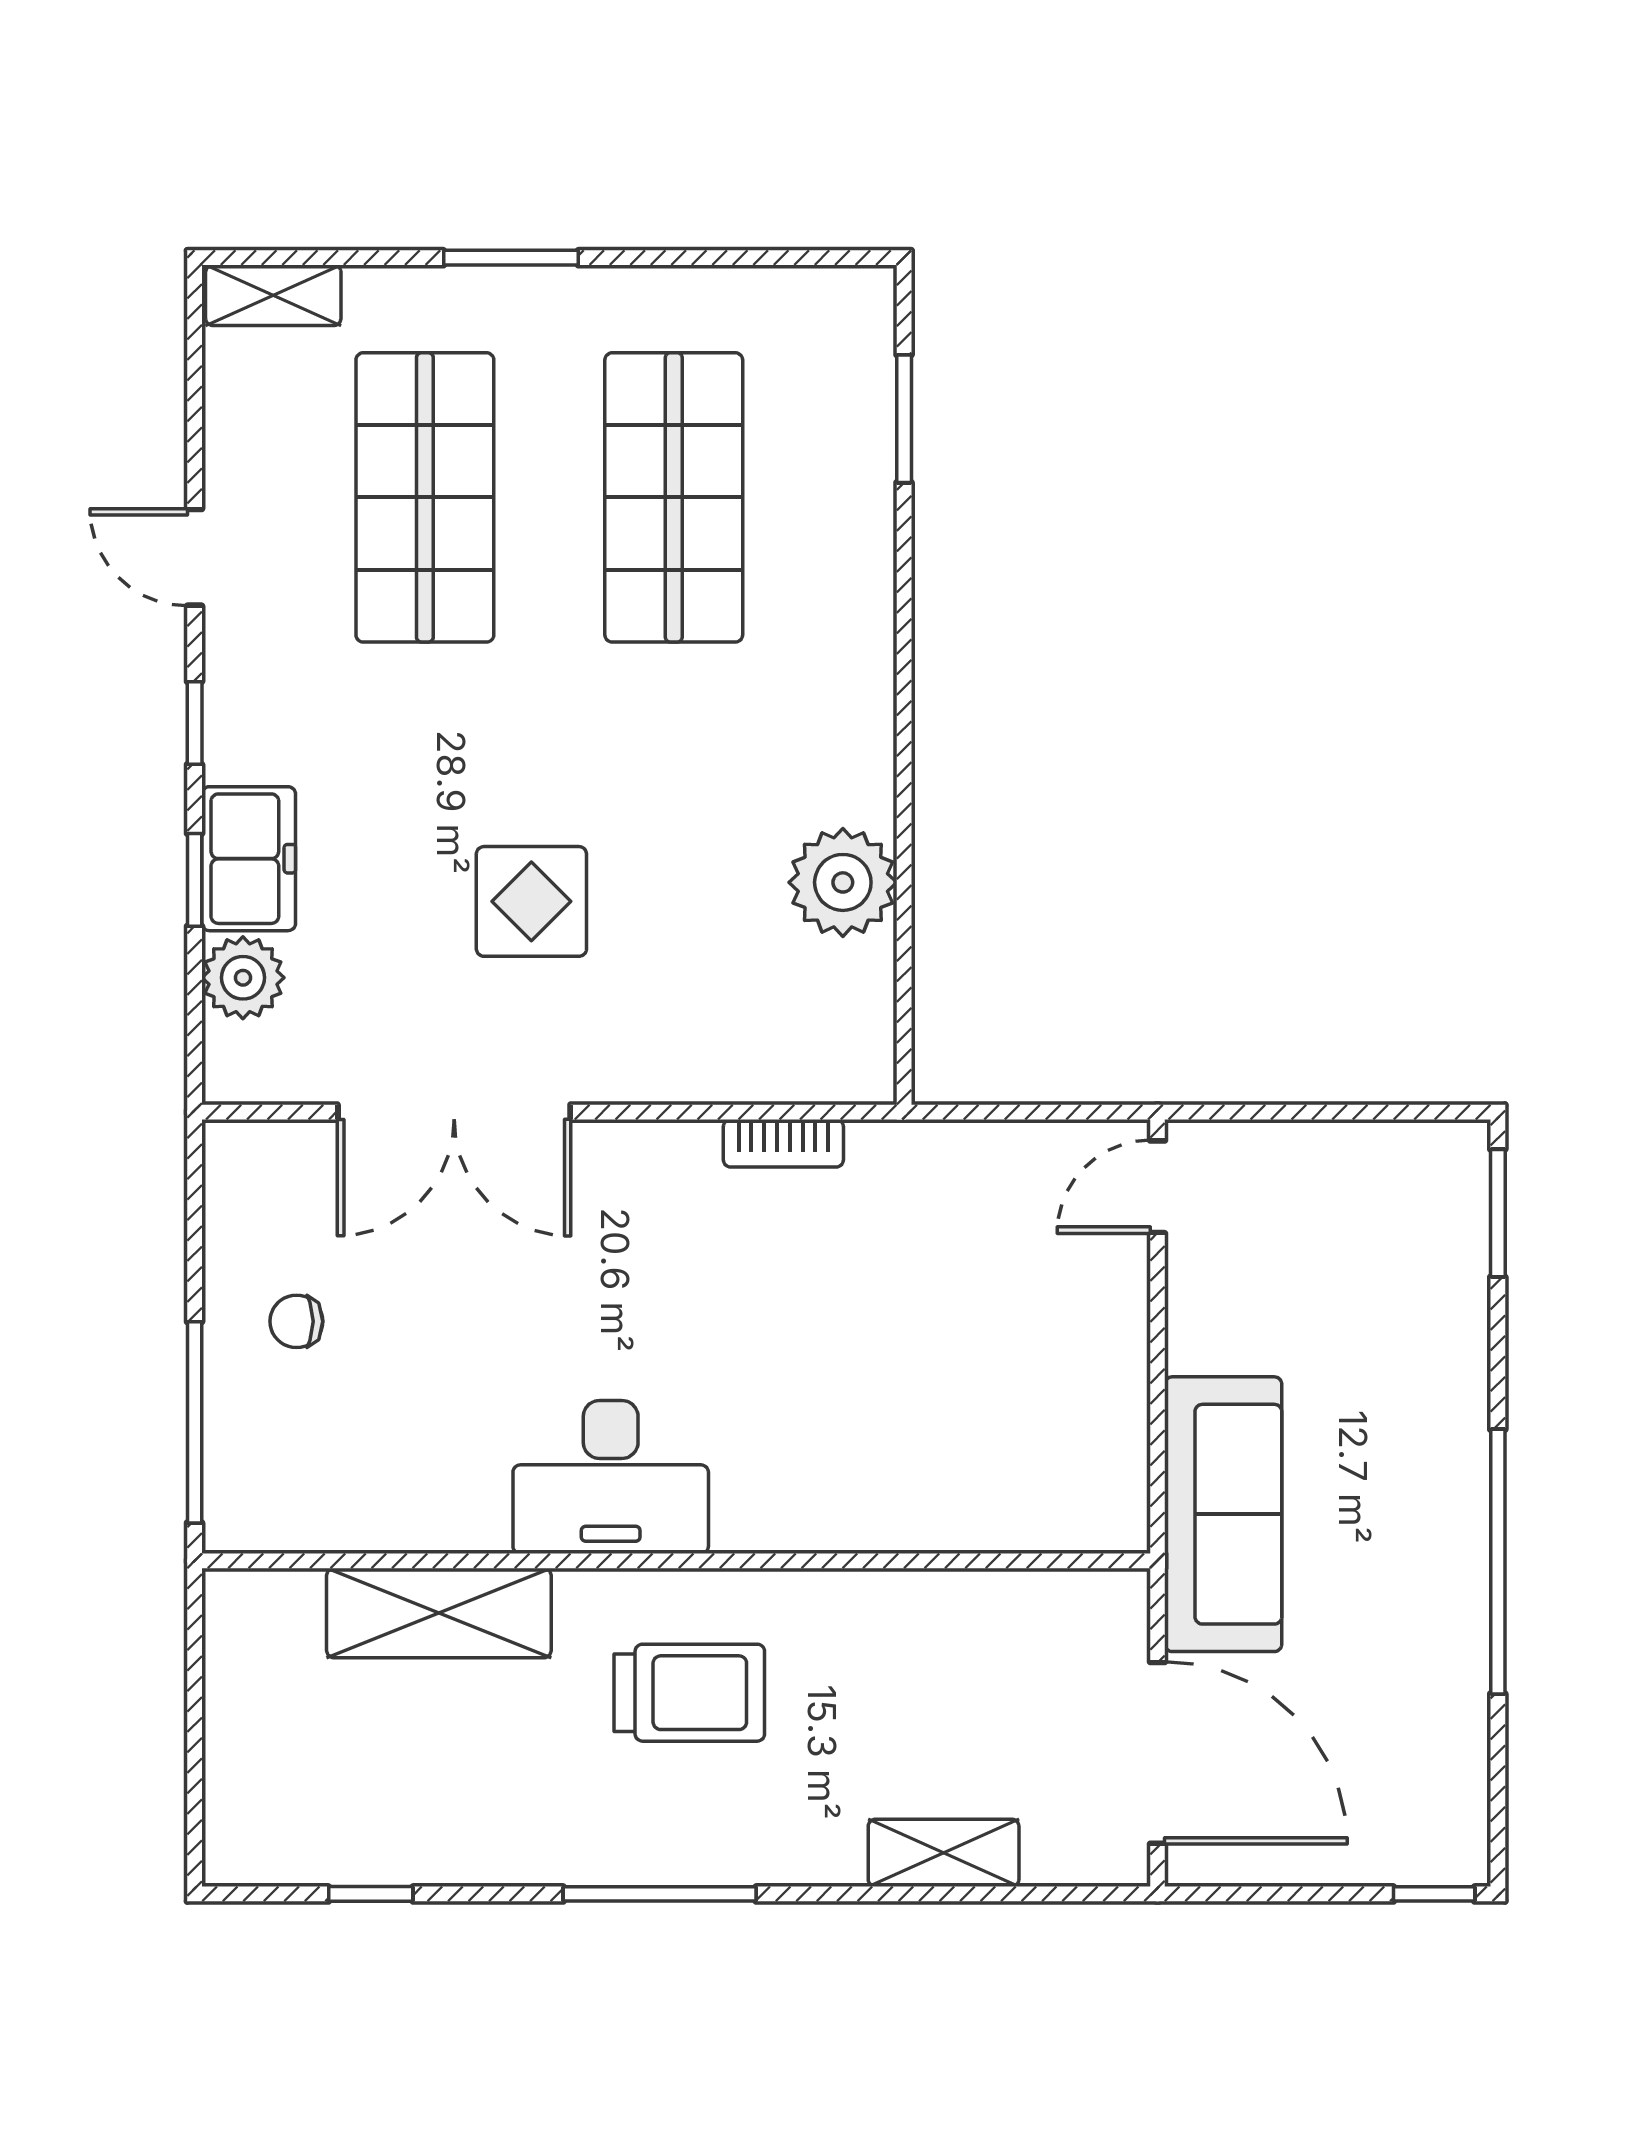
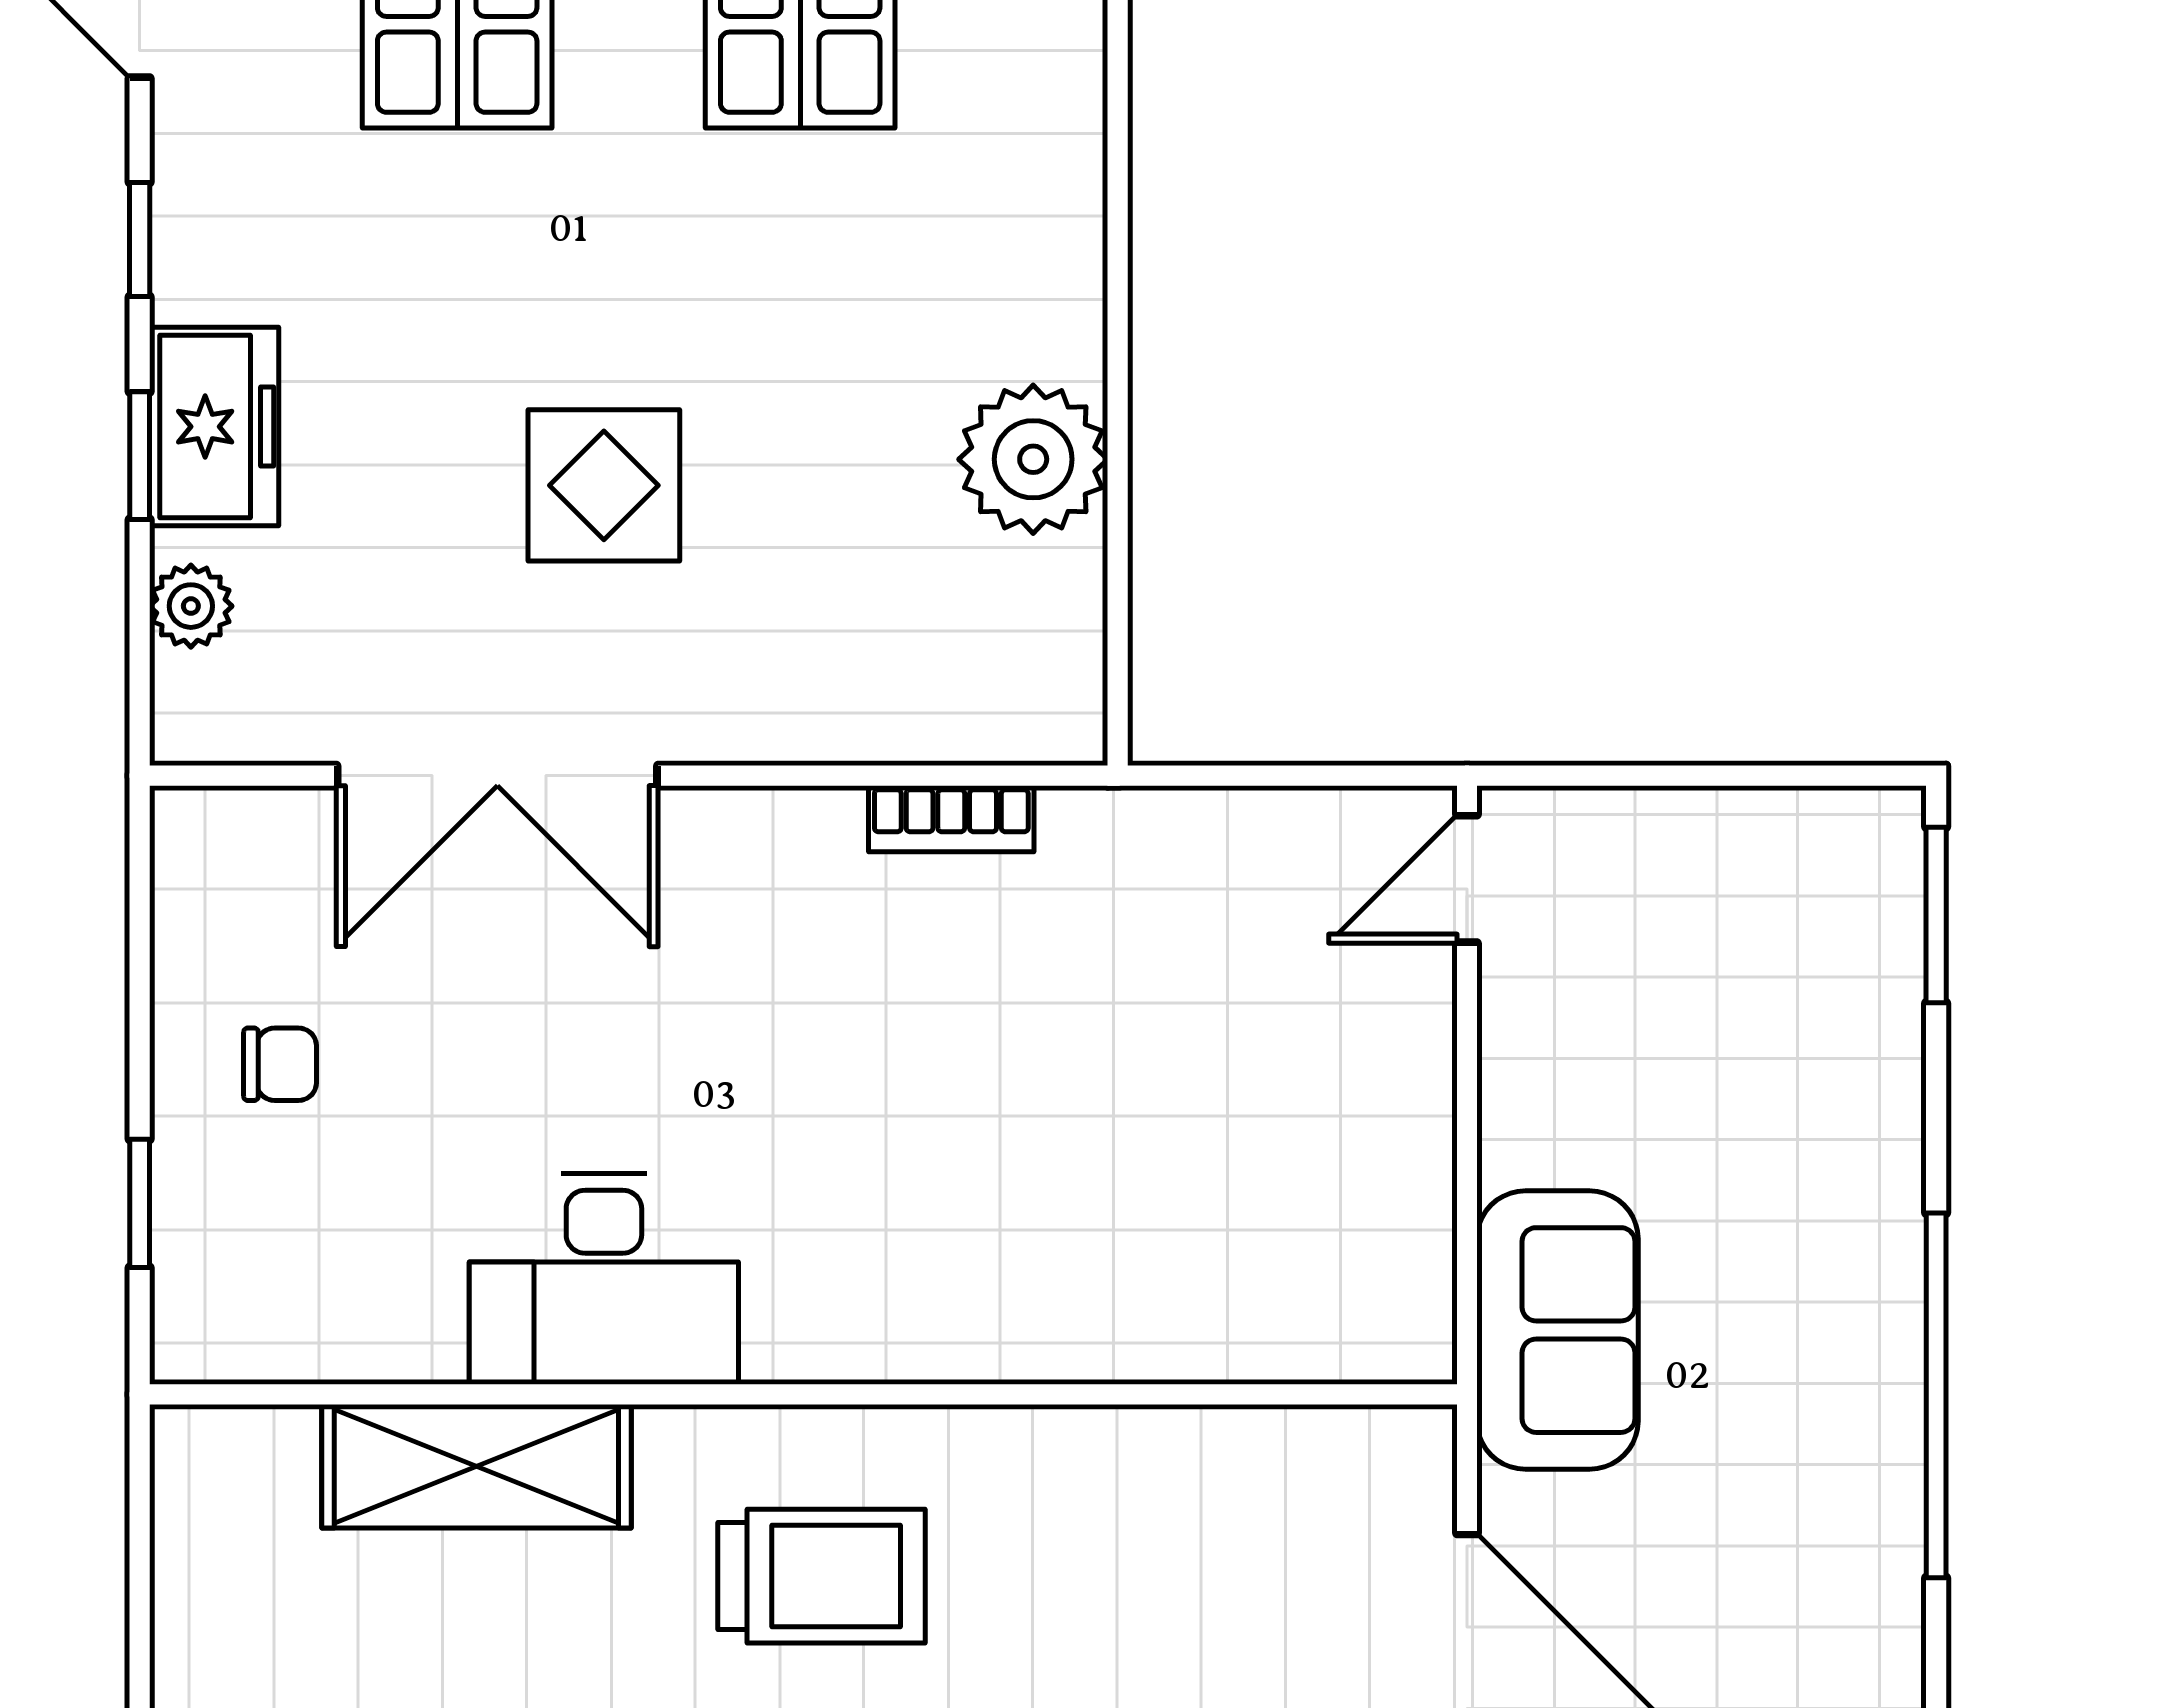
plant: (243, 978) -> (191, 606), width x0.73, depth x0.73
chair: (296, 1321) -> (280, 1064), turned 180
window: (195, 1422) -> (140, 1203), width x0.46
desk: (611, 1477) -> (604, 1279), moved
sofa: (1223, 1514) -> (1558, 1330), width x0.73

